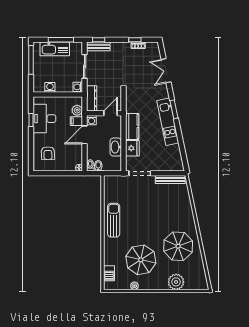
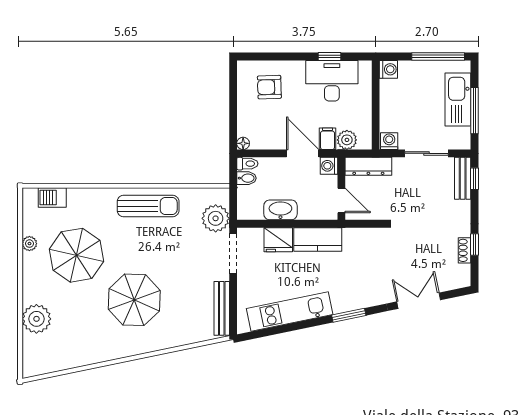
washing machine: (50, 87) -> (388, 69), moved
kitchen unit: (168, 122) -> (290, 312), moved
plant: (120, 183) -> (216, 218), added
parasol: (178, 246) -> (134, 300), moved

